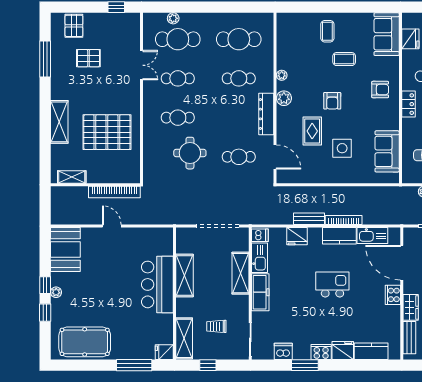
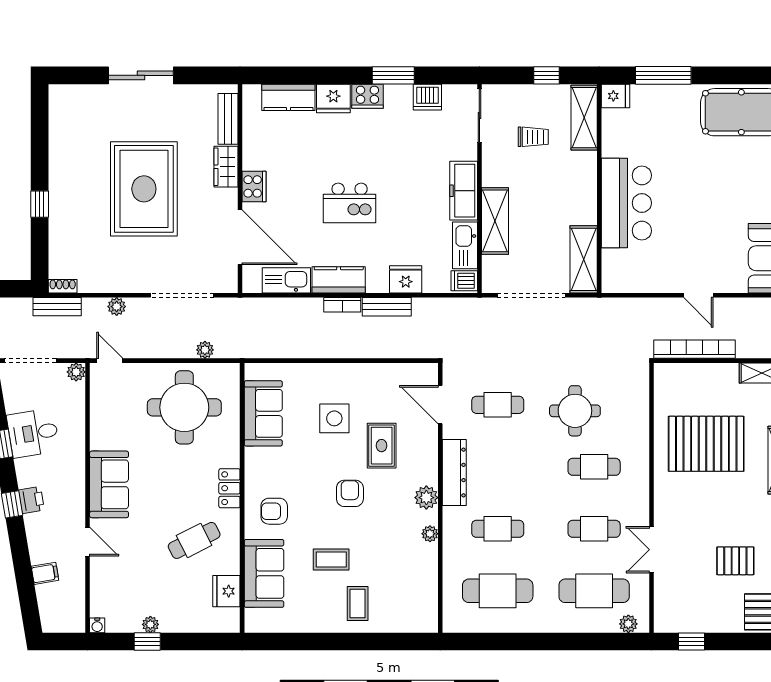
plant: (173, 18) -> (628, 624), moved
sofa: (387, 34) -> (264, 573), moved
bookcase: (344, 220) -> (342, 305), width x0.64
shelving: (184, 276) -> (584, 259), moved

